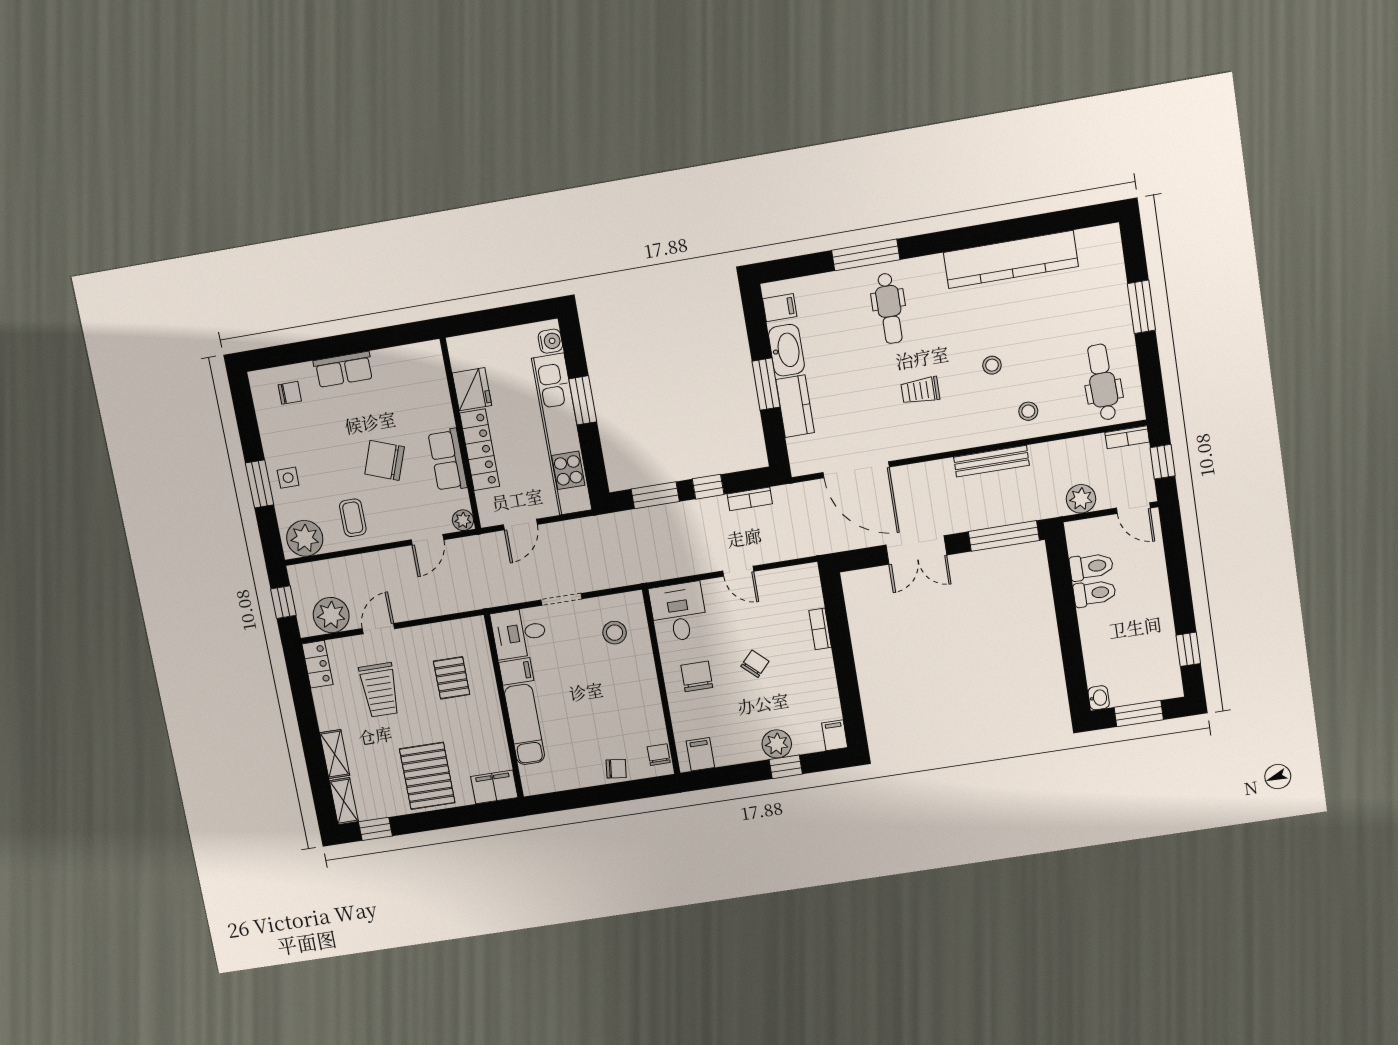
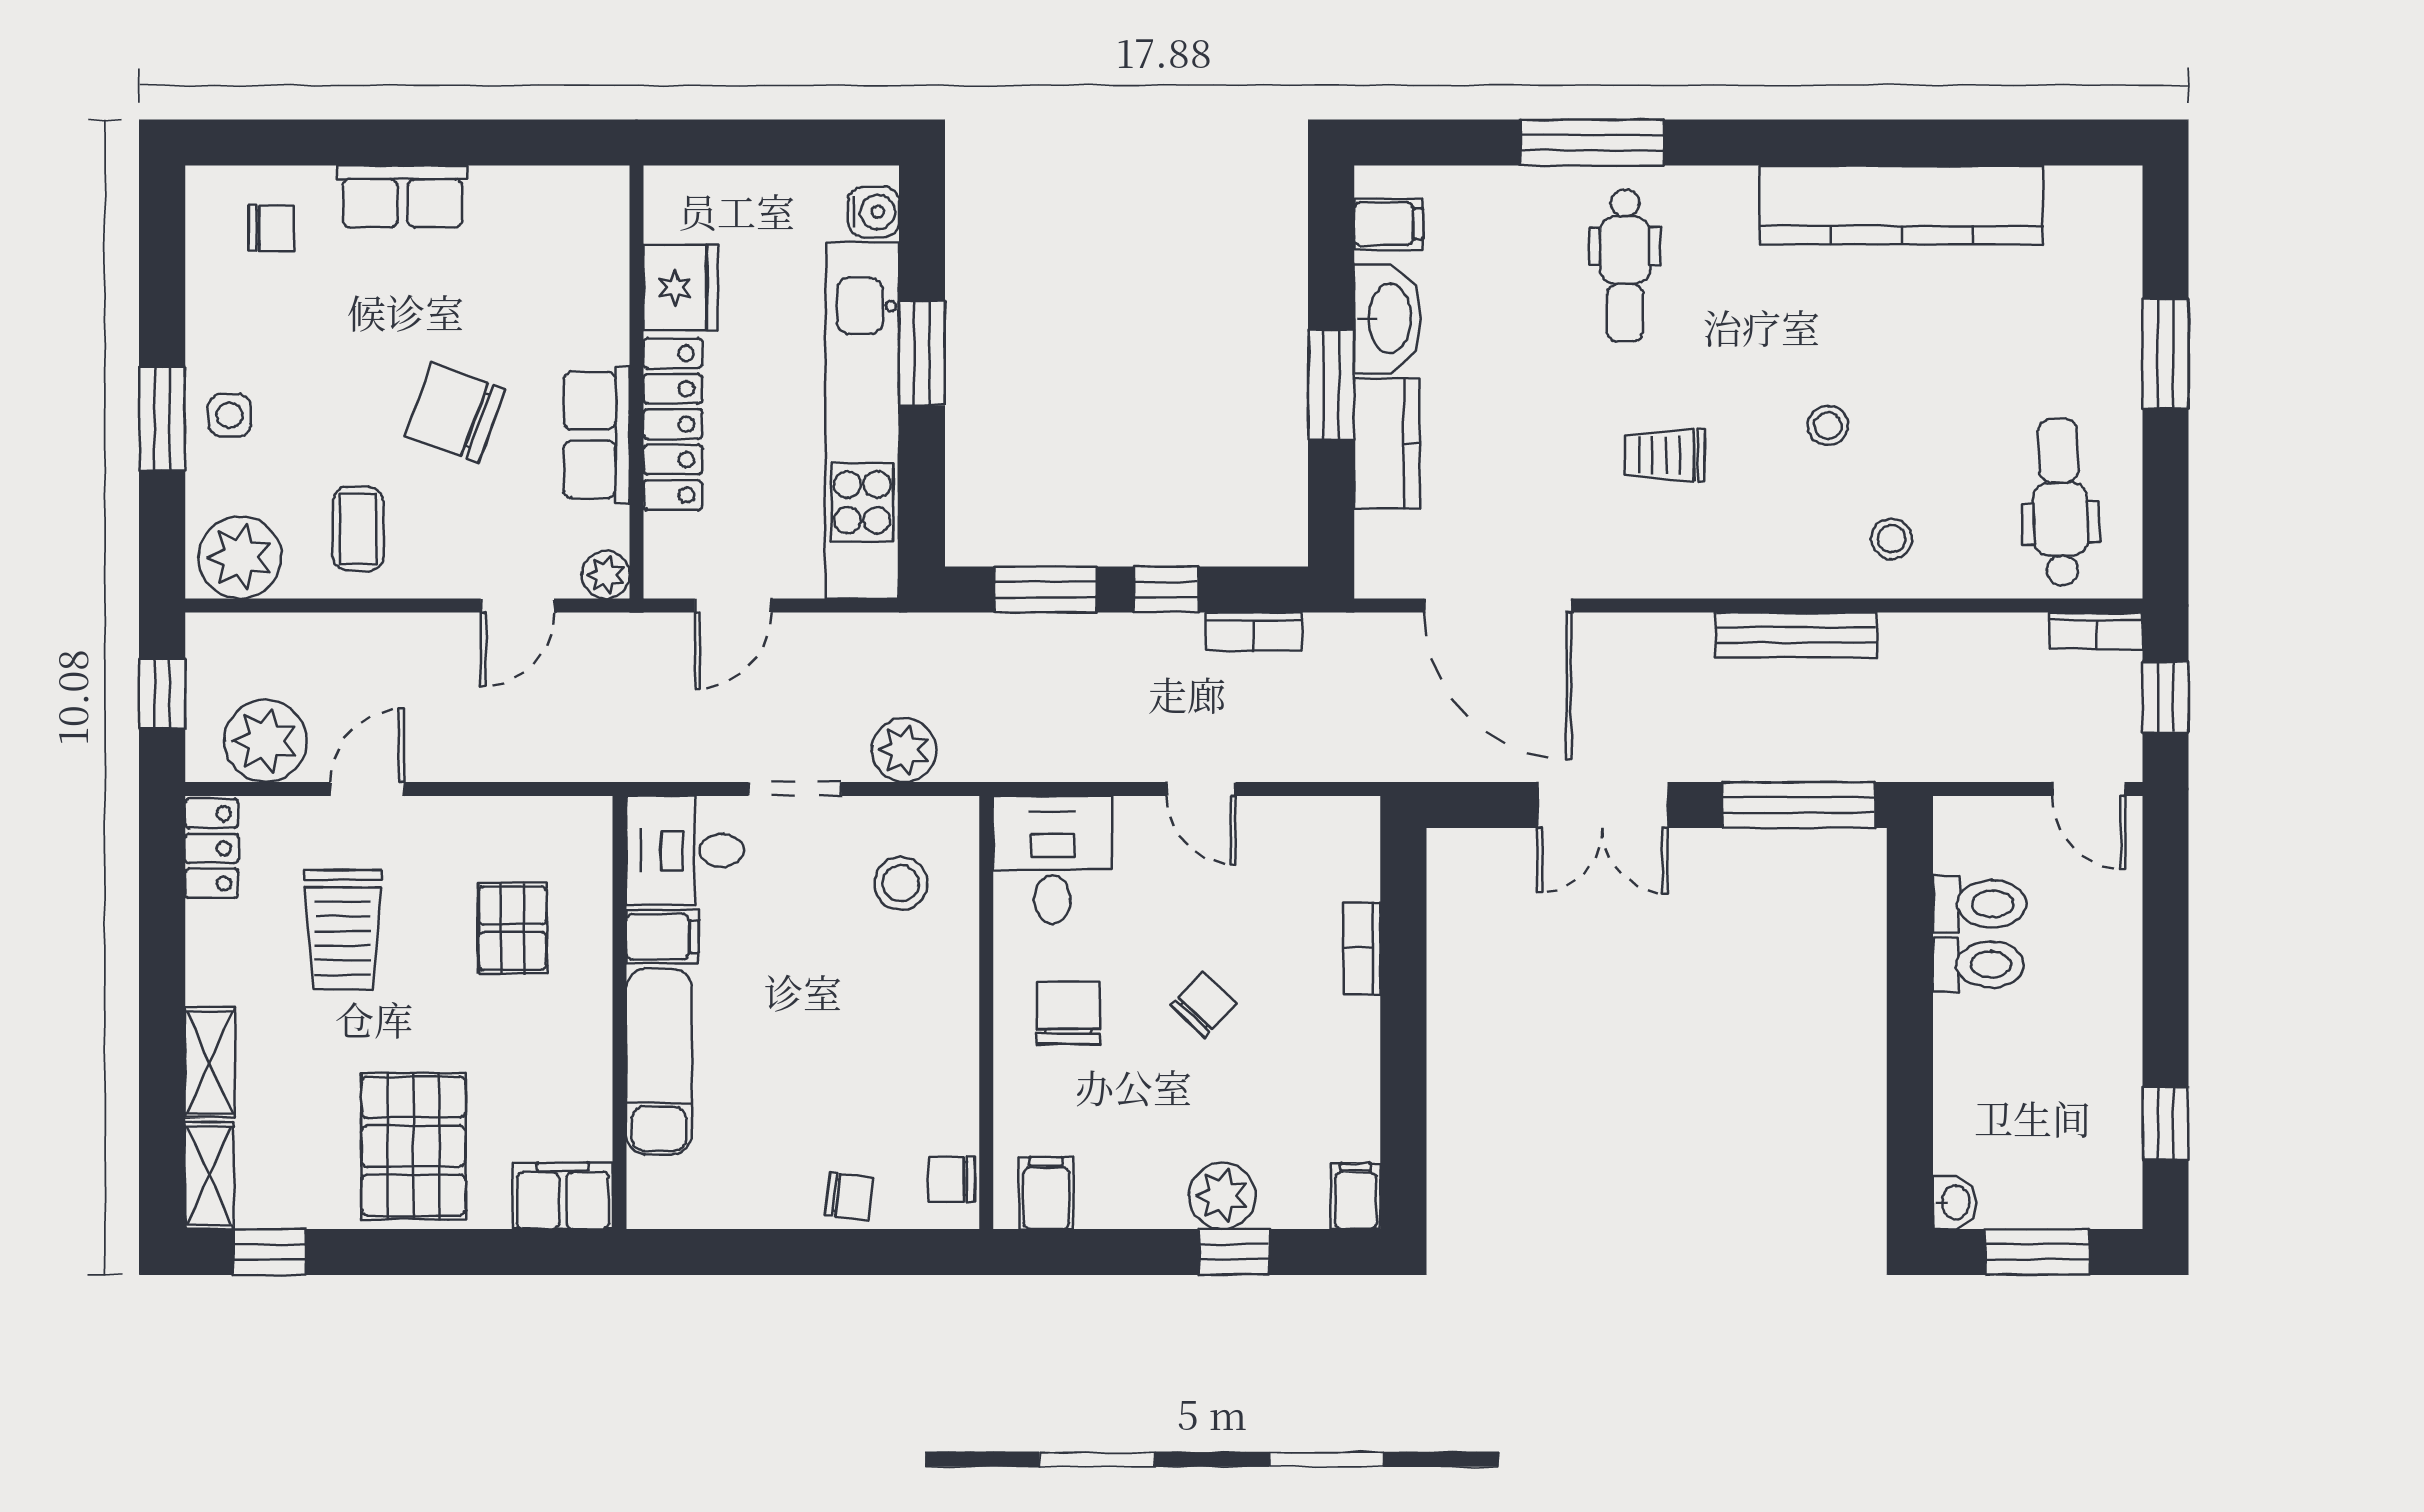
plant: (1081, 499) -> (904, 750), moved
chair: (659, 755) -> (952, 1179), turned -90

